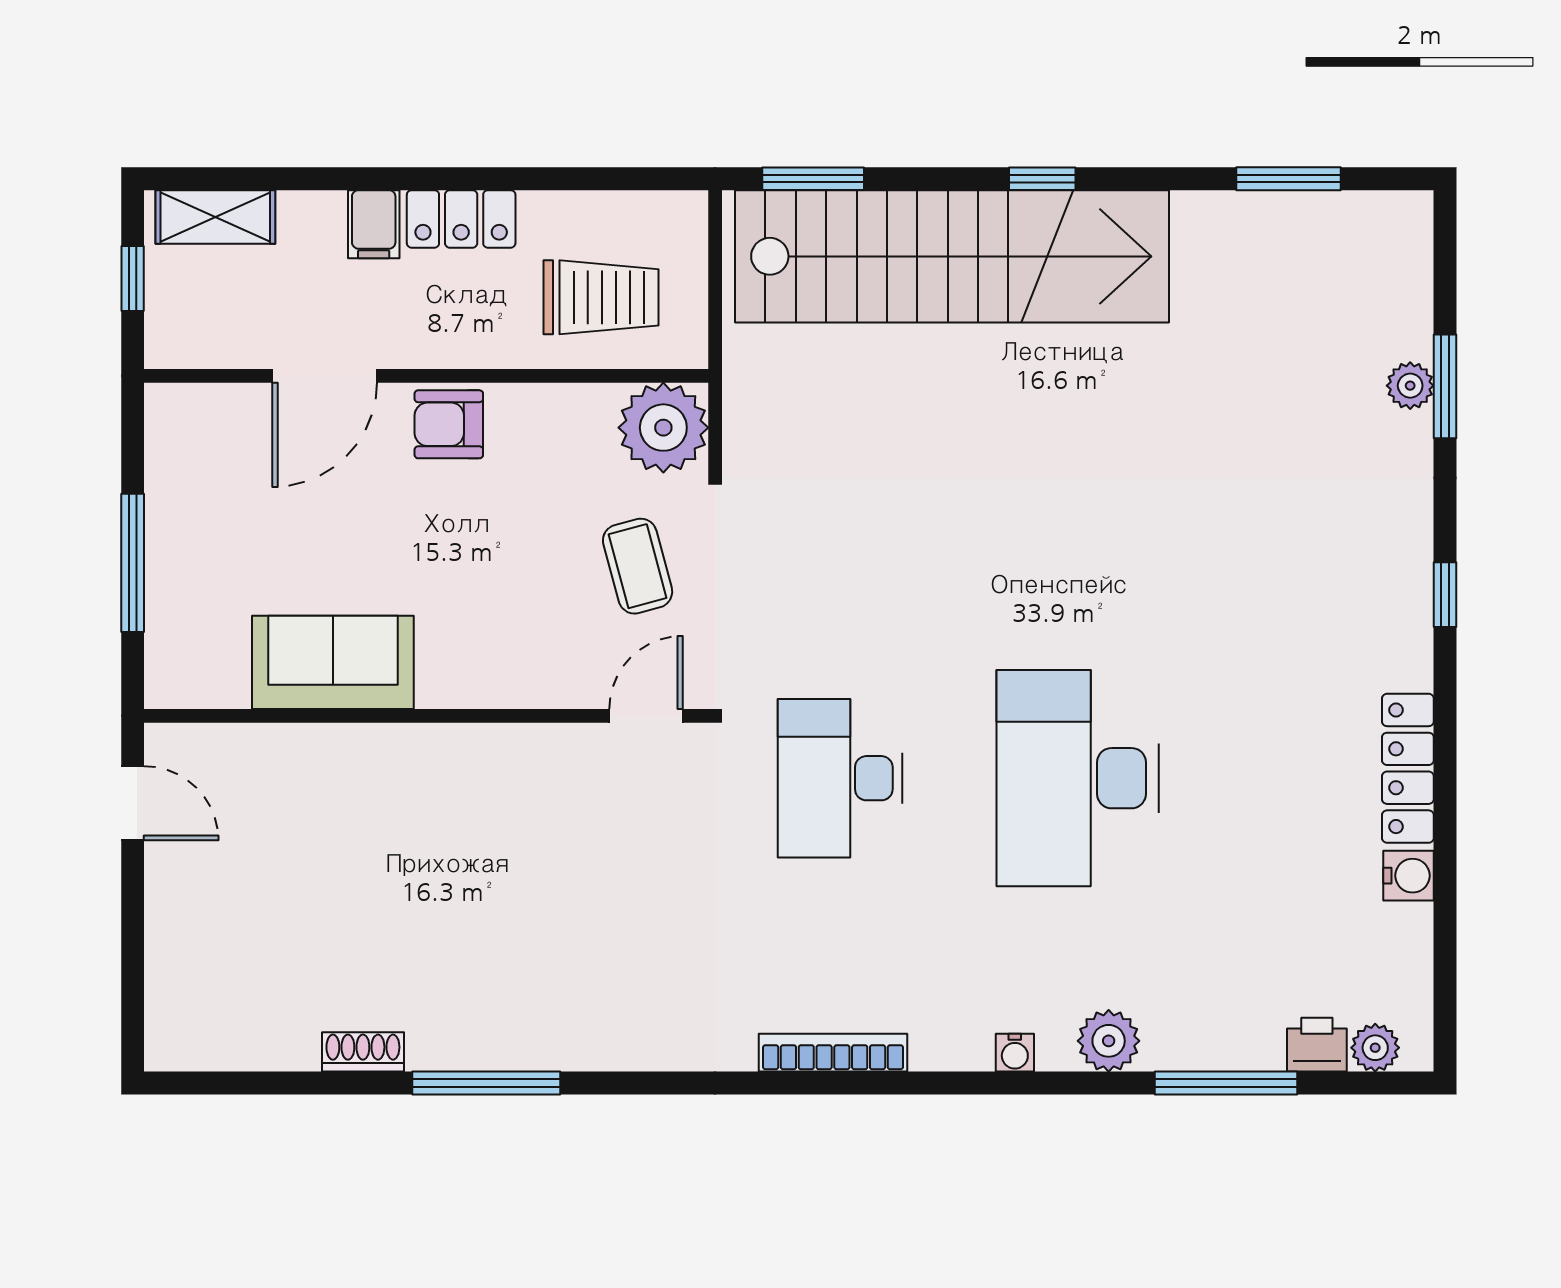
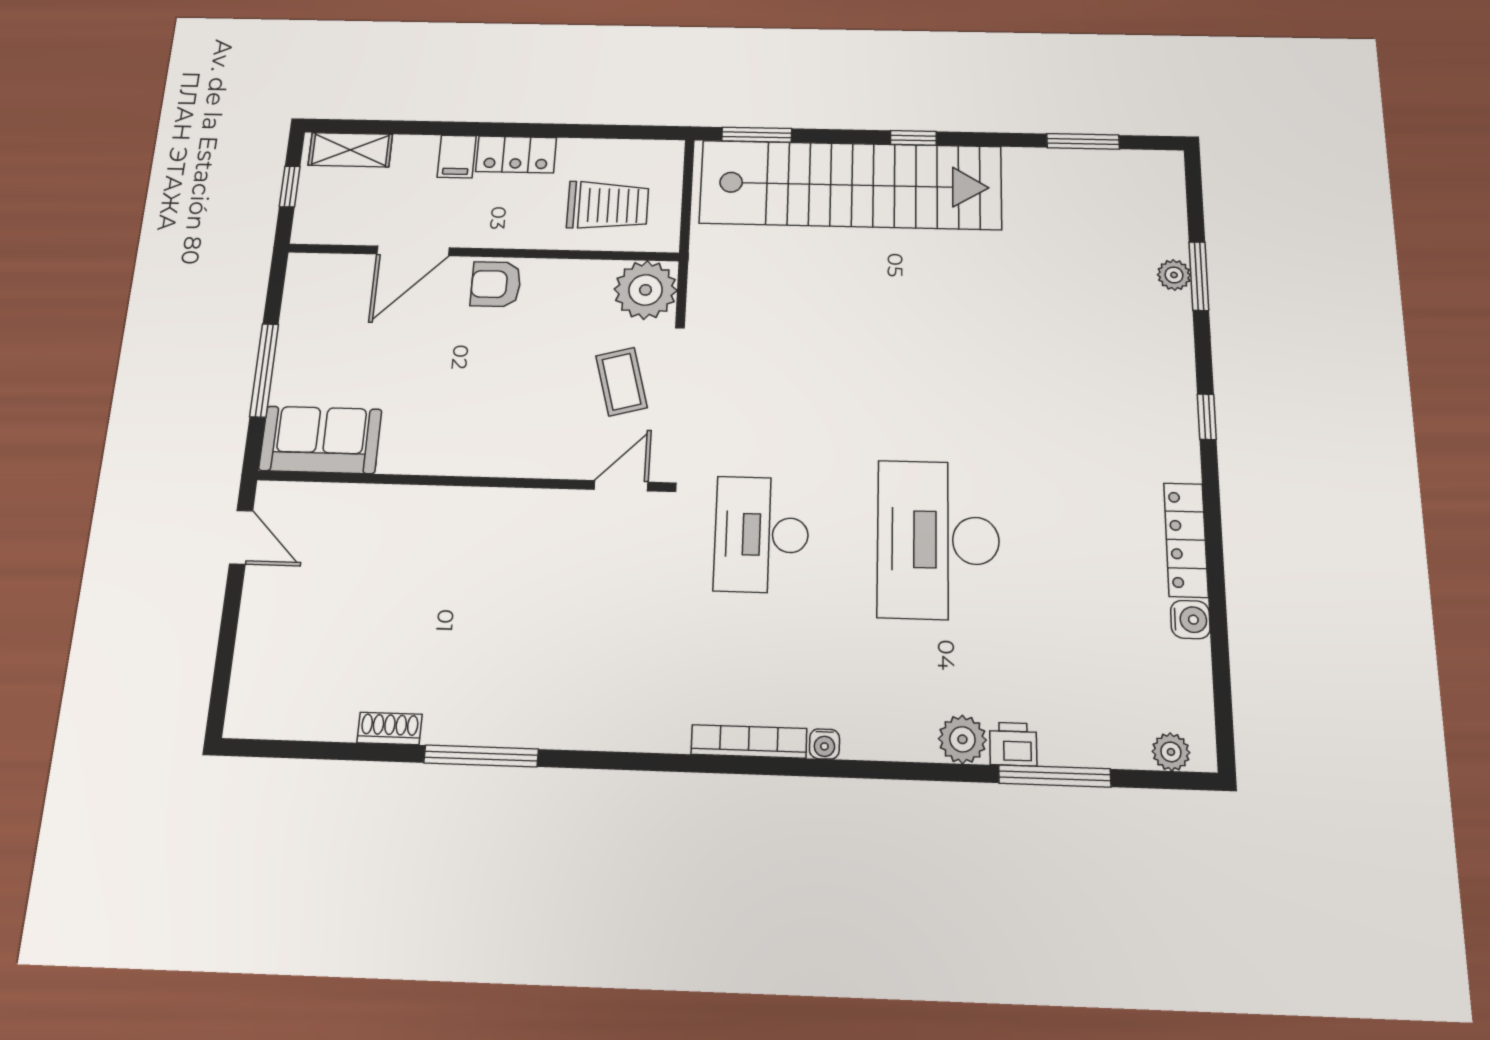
sofa: (333, 662) -> (320, 440), moved
printer: (1317, 1045) -> (1013, 744), moved
water cooler: (1015, 1053) -> (824, 744), moved

